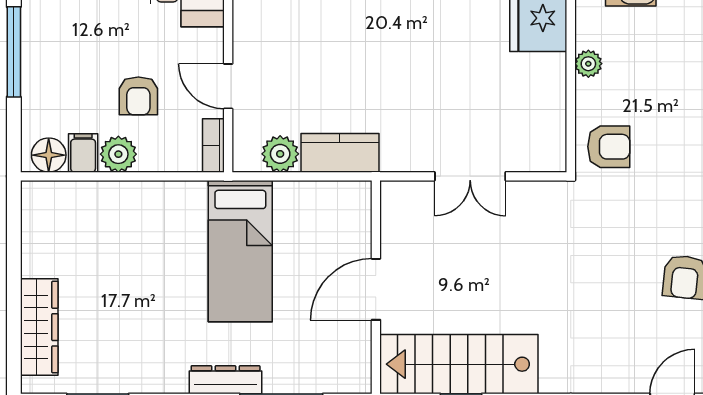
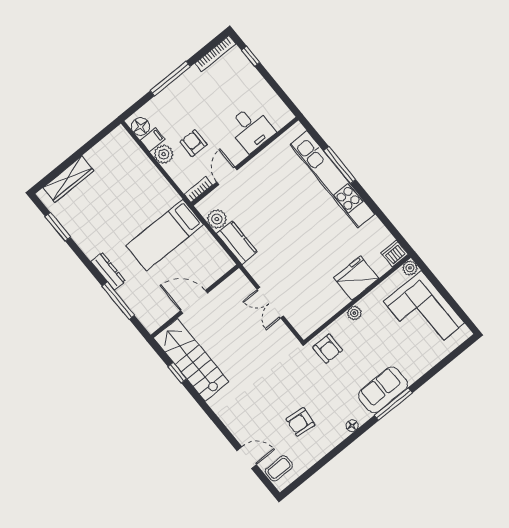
armchair: (138, 96) -> (194, 143), turned 90

